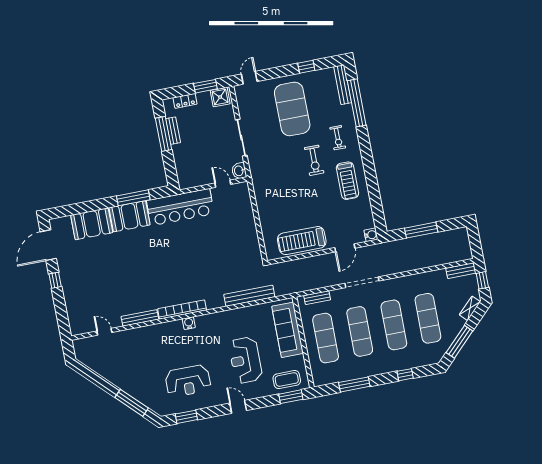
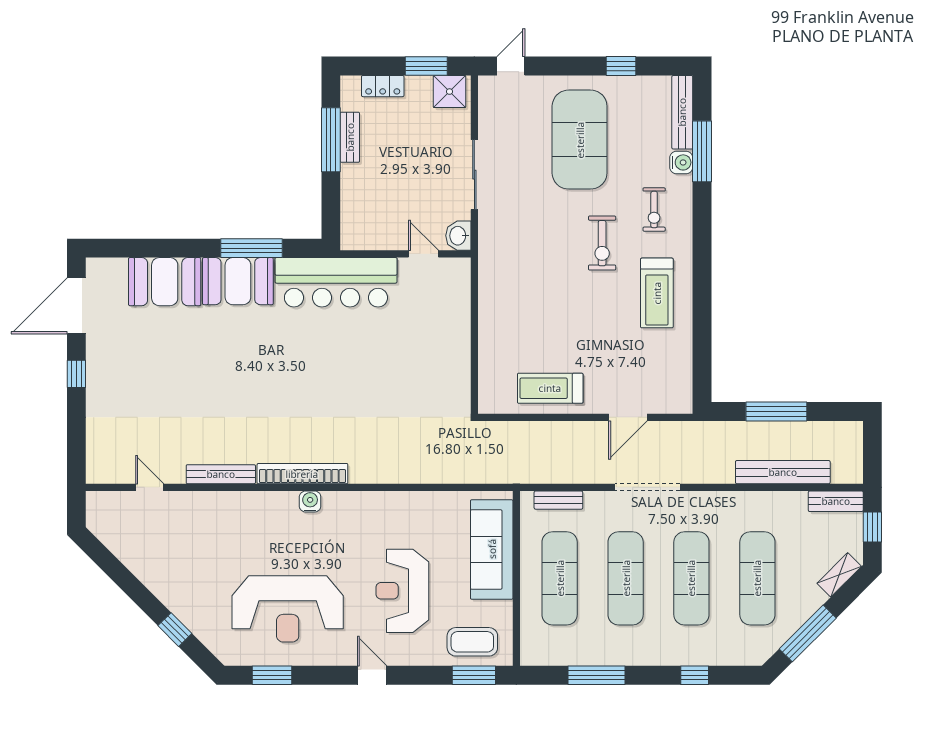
window: (357, 103) -> (702, 151), width x0.68
water cooler: (371, 235) -> (681, 162), moved
treadmill: (302, 241) -> (550, 388), width x0.73, depth x0.73
bench: (249, 296) -> (783, 472), moved
reception desk: (188, 381) -> (288, 609), width x1.36, depth x1.30
window: (132, 403) -> (175, 630), width x0.46

